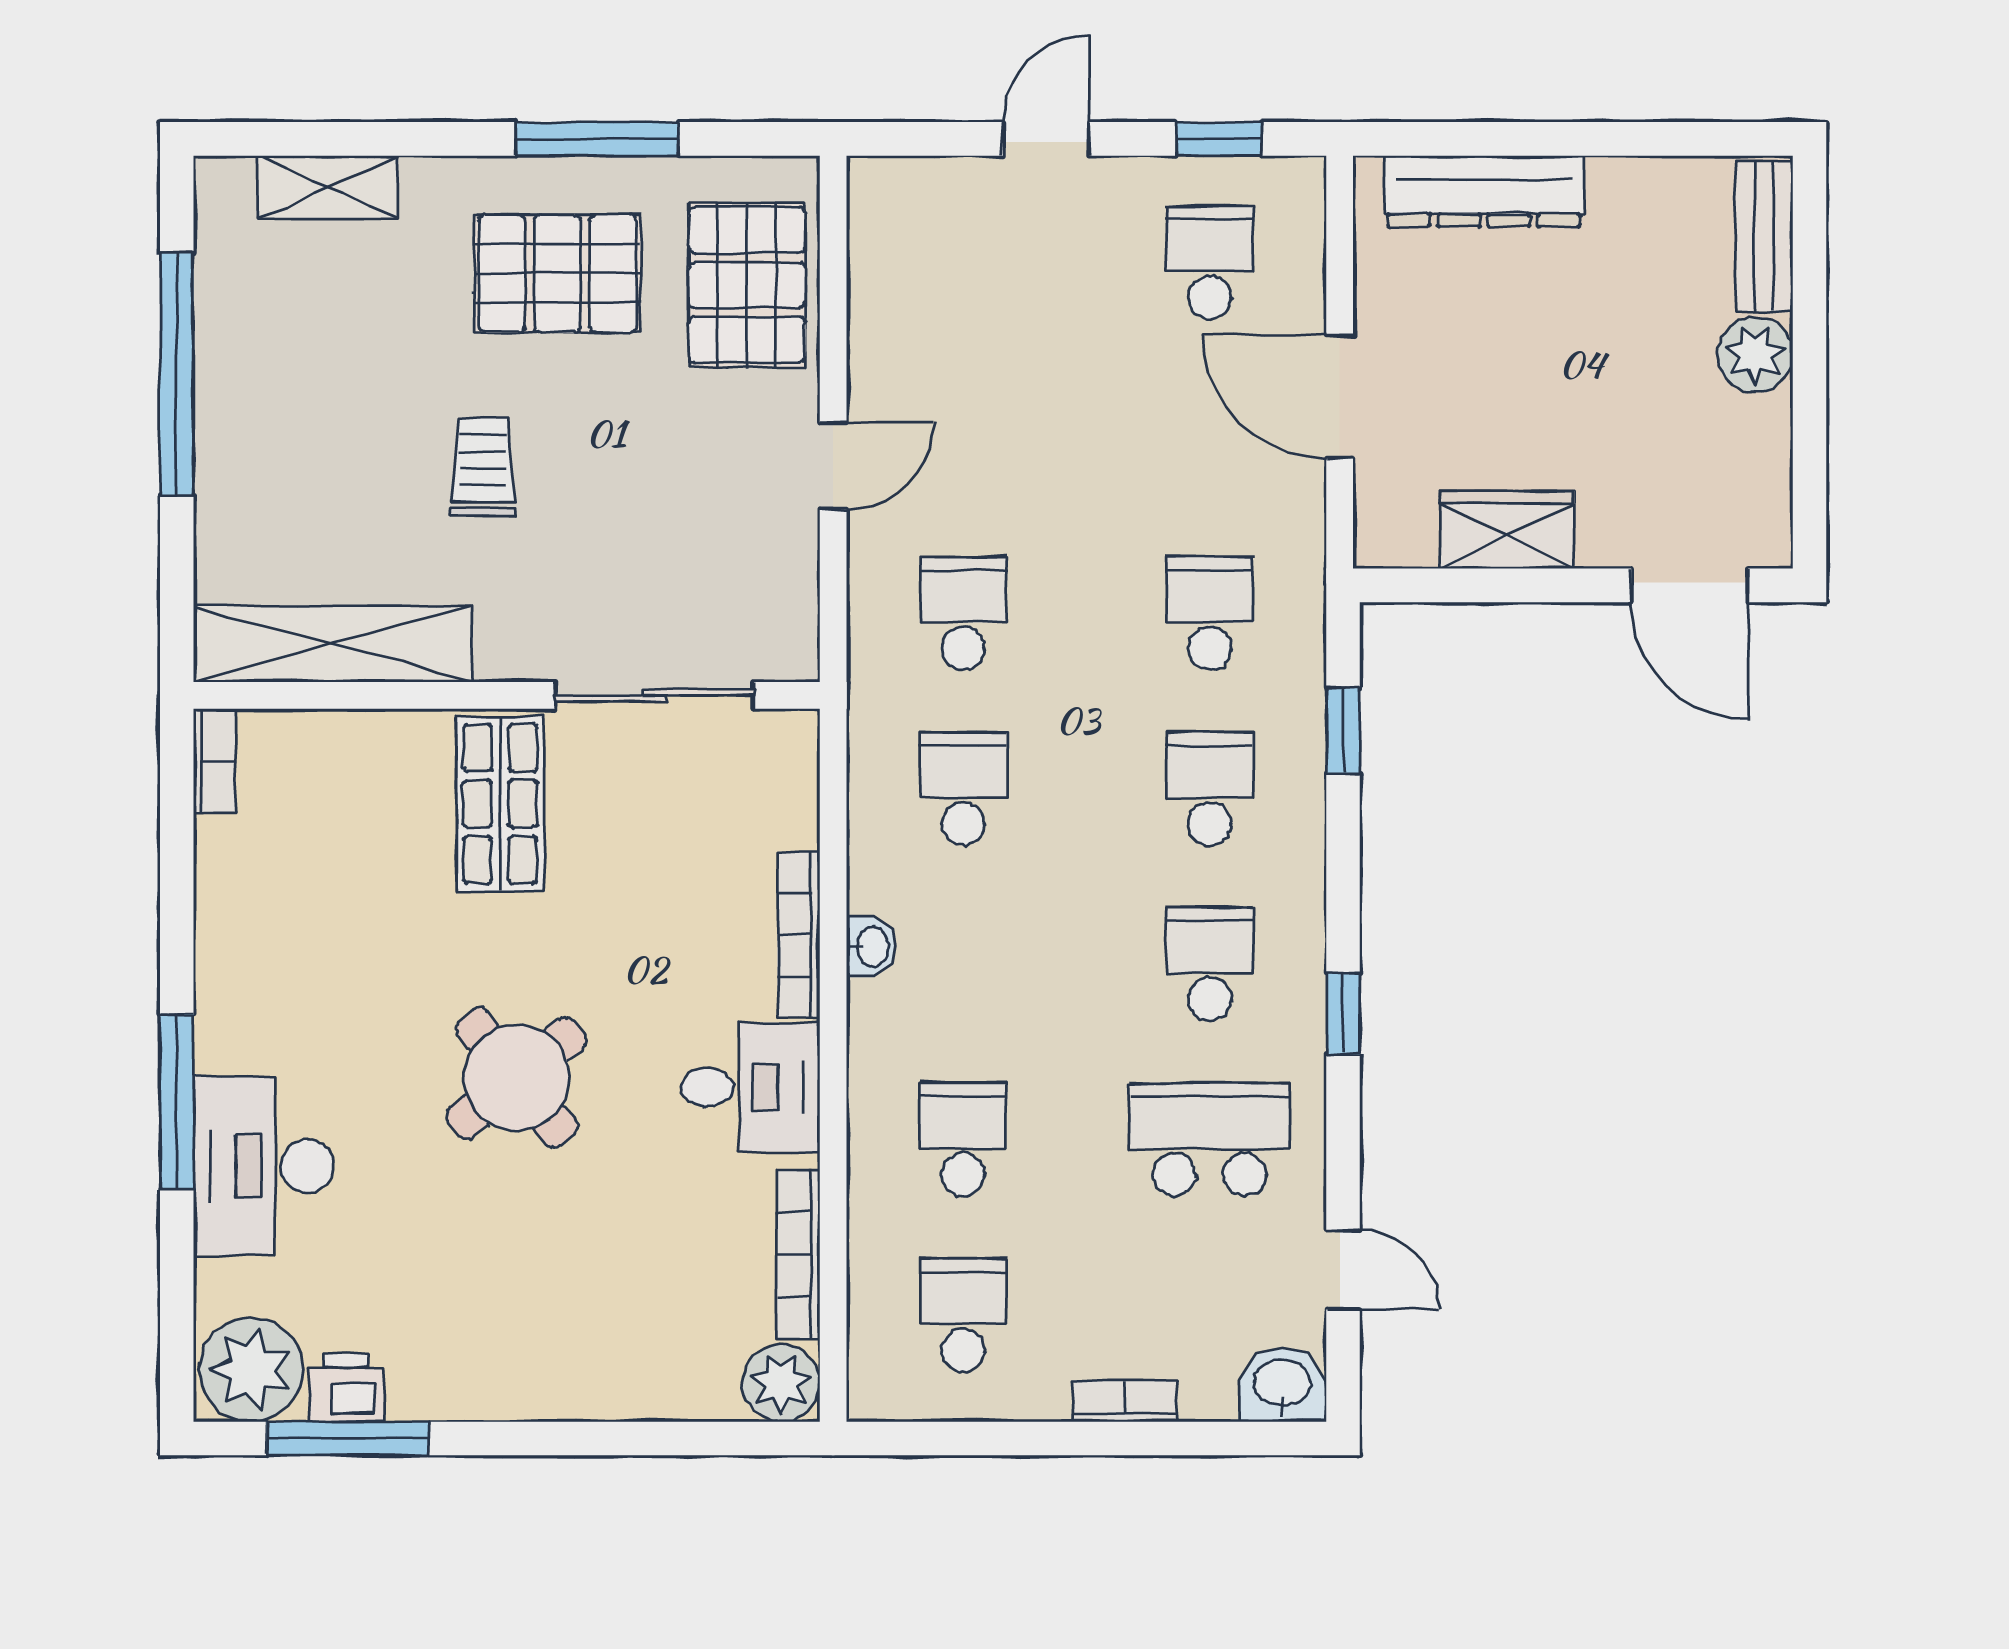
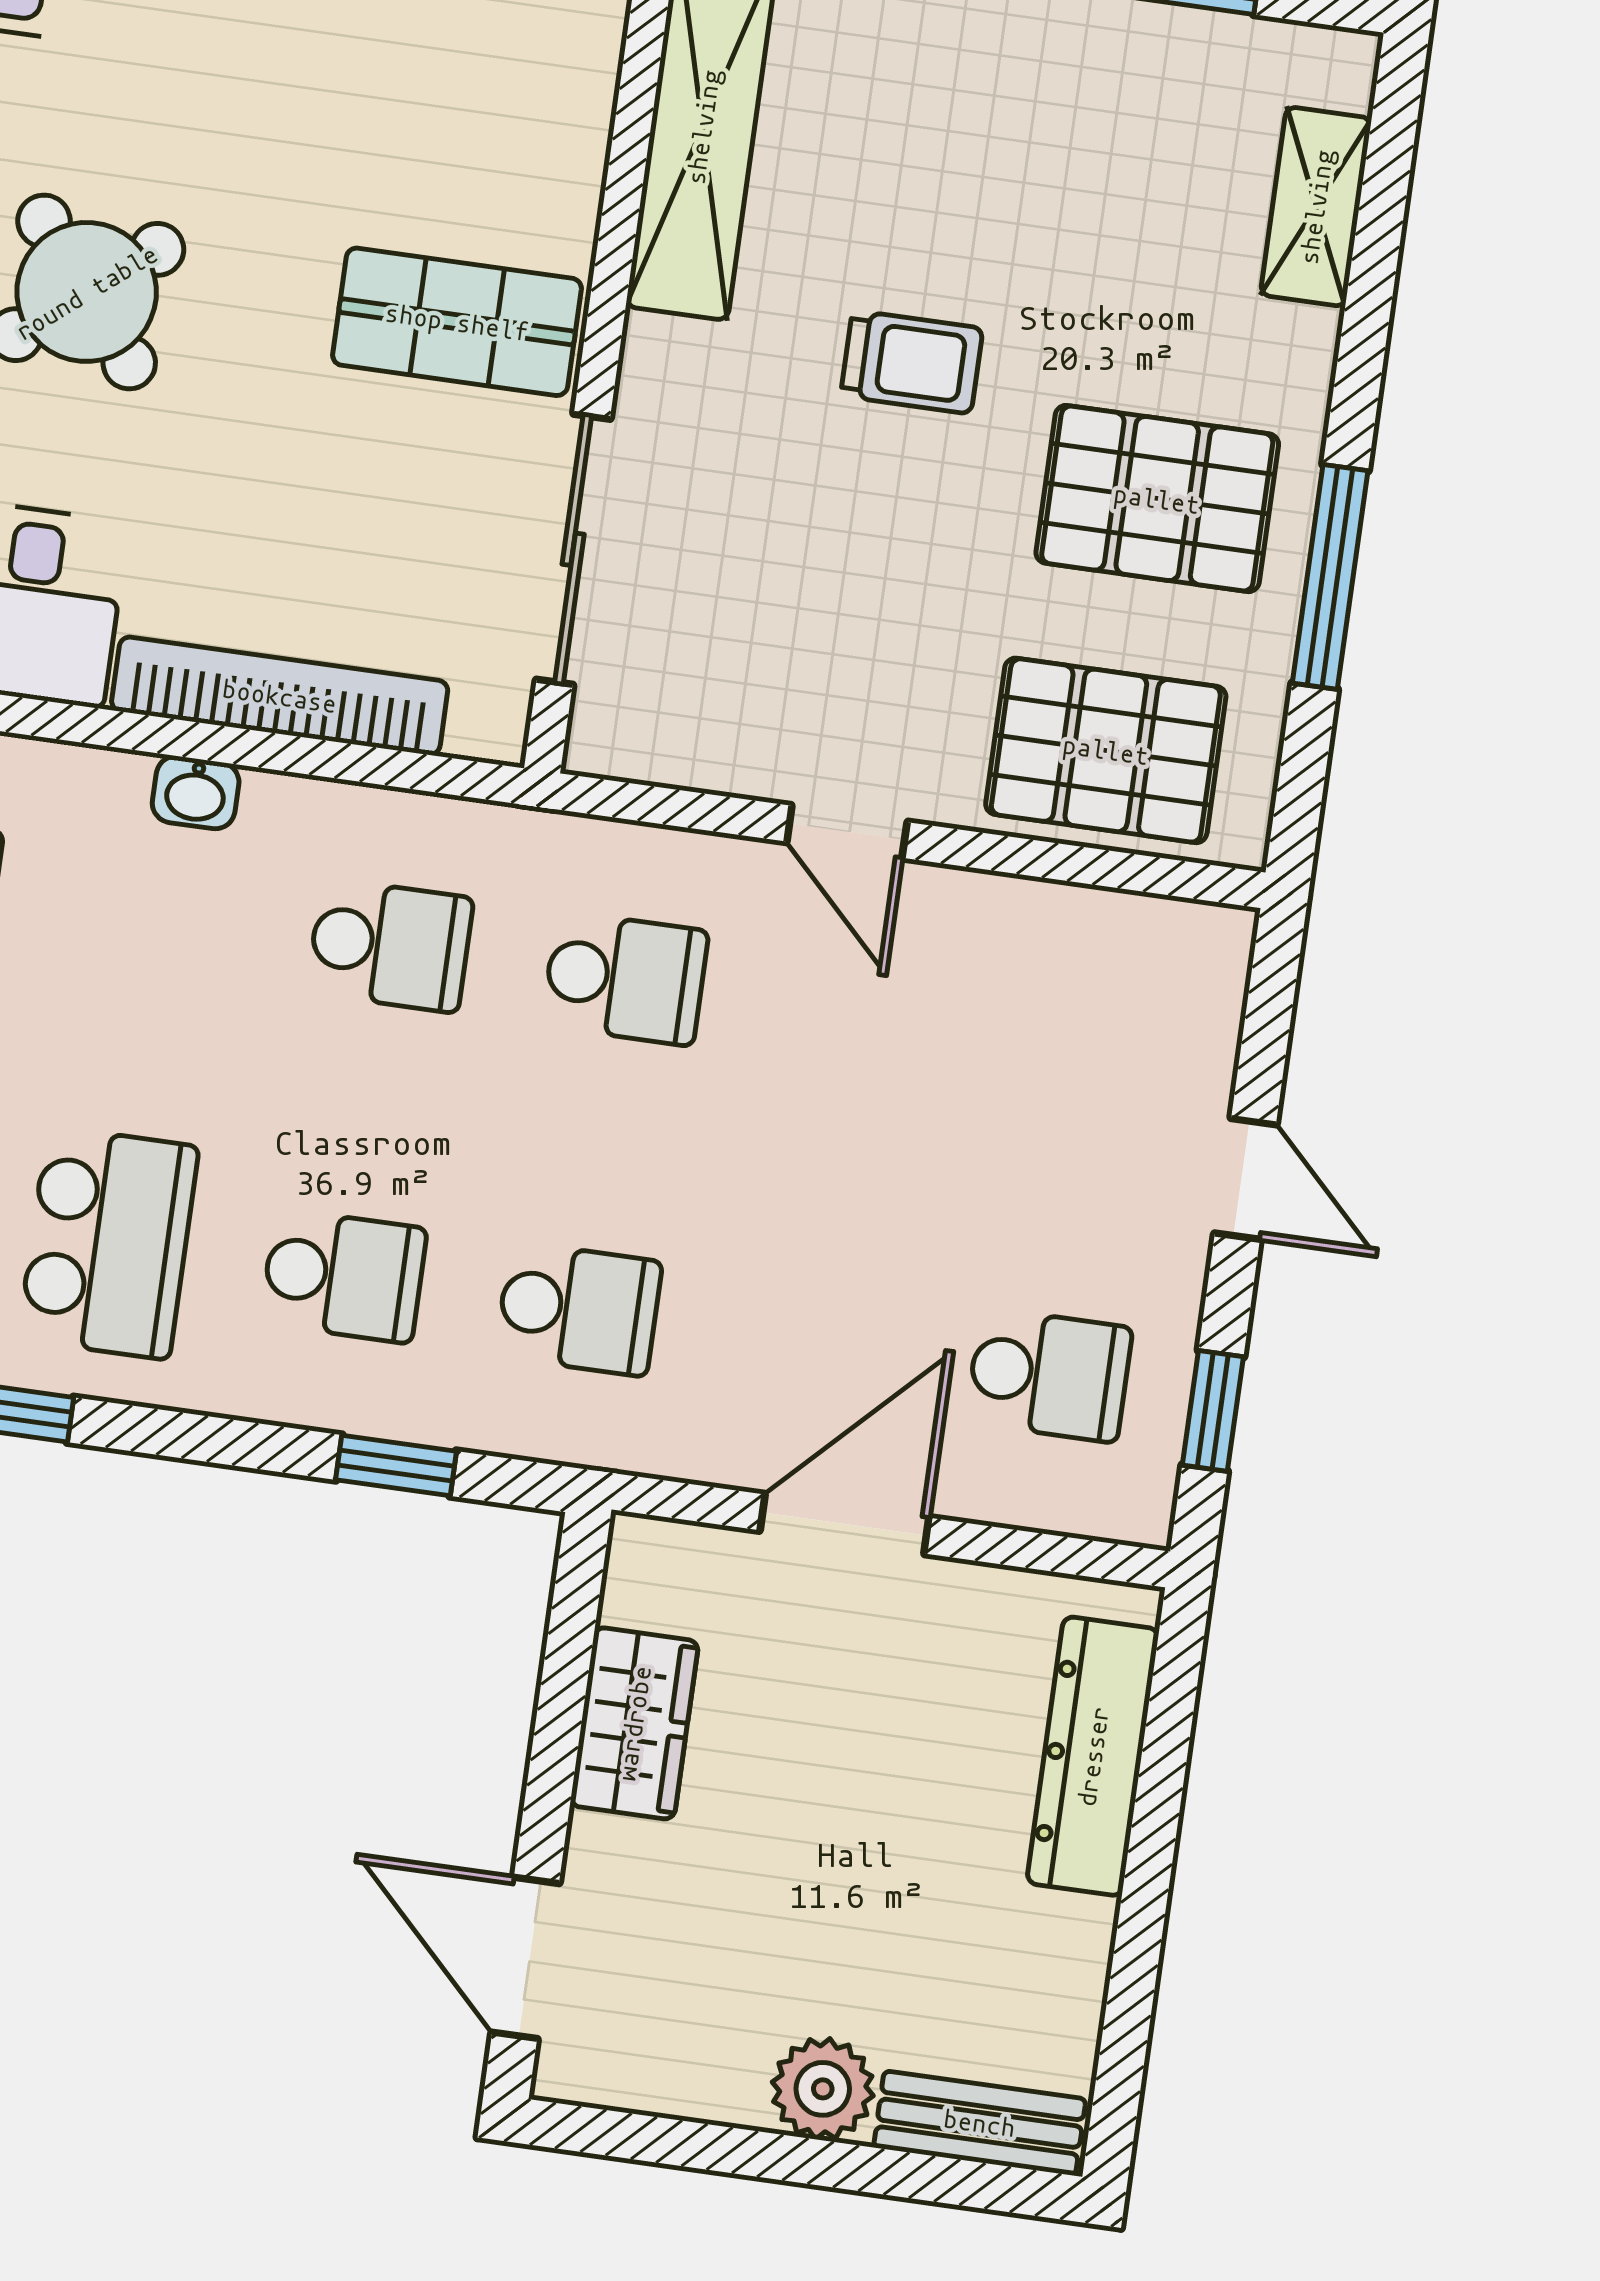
pallet: (557, 273) -> (1157, 499), turned 90
door: (1690, 585) -> (526, 1958), hinge flipped
bookcase: (799, 935) -> (280, 696), width x1.48, depth x1.31
school desk: (1210, 964) -> (108, 1243), width x1.85

